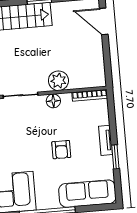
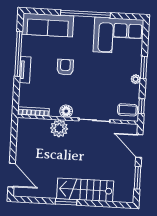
window: (115, 157) -> (18, 54), width x2.11

